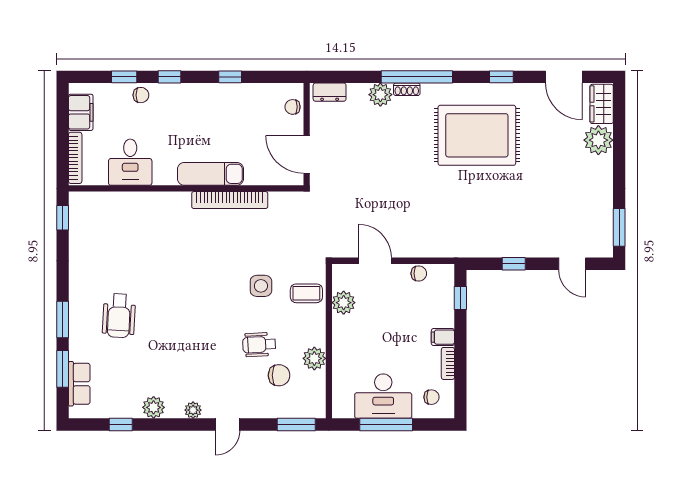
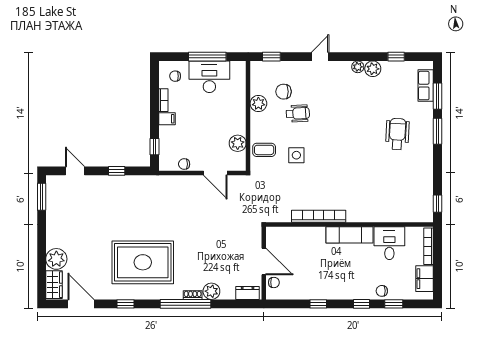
door: (307, 154) -> (264, 262), moved
exam couch: (211, 174) -> (350, 235), moved
plant: (193, 410) -> (358, 67), moved
window: (296, 425) -> (271, 57), width x0.67

